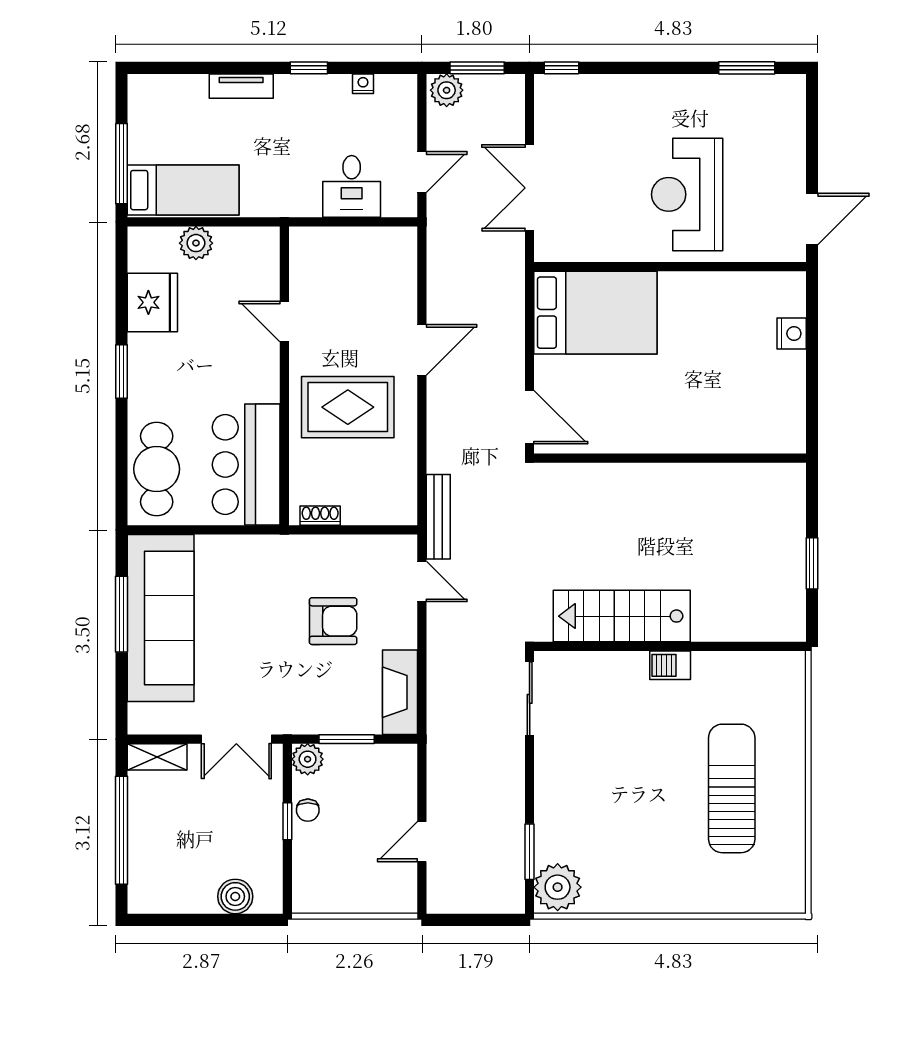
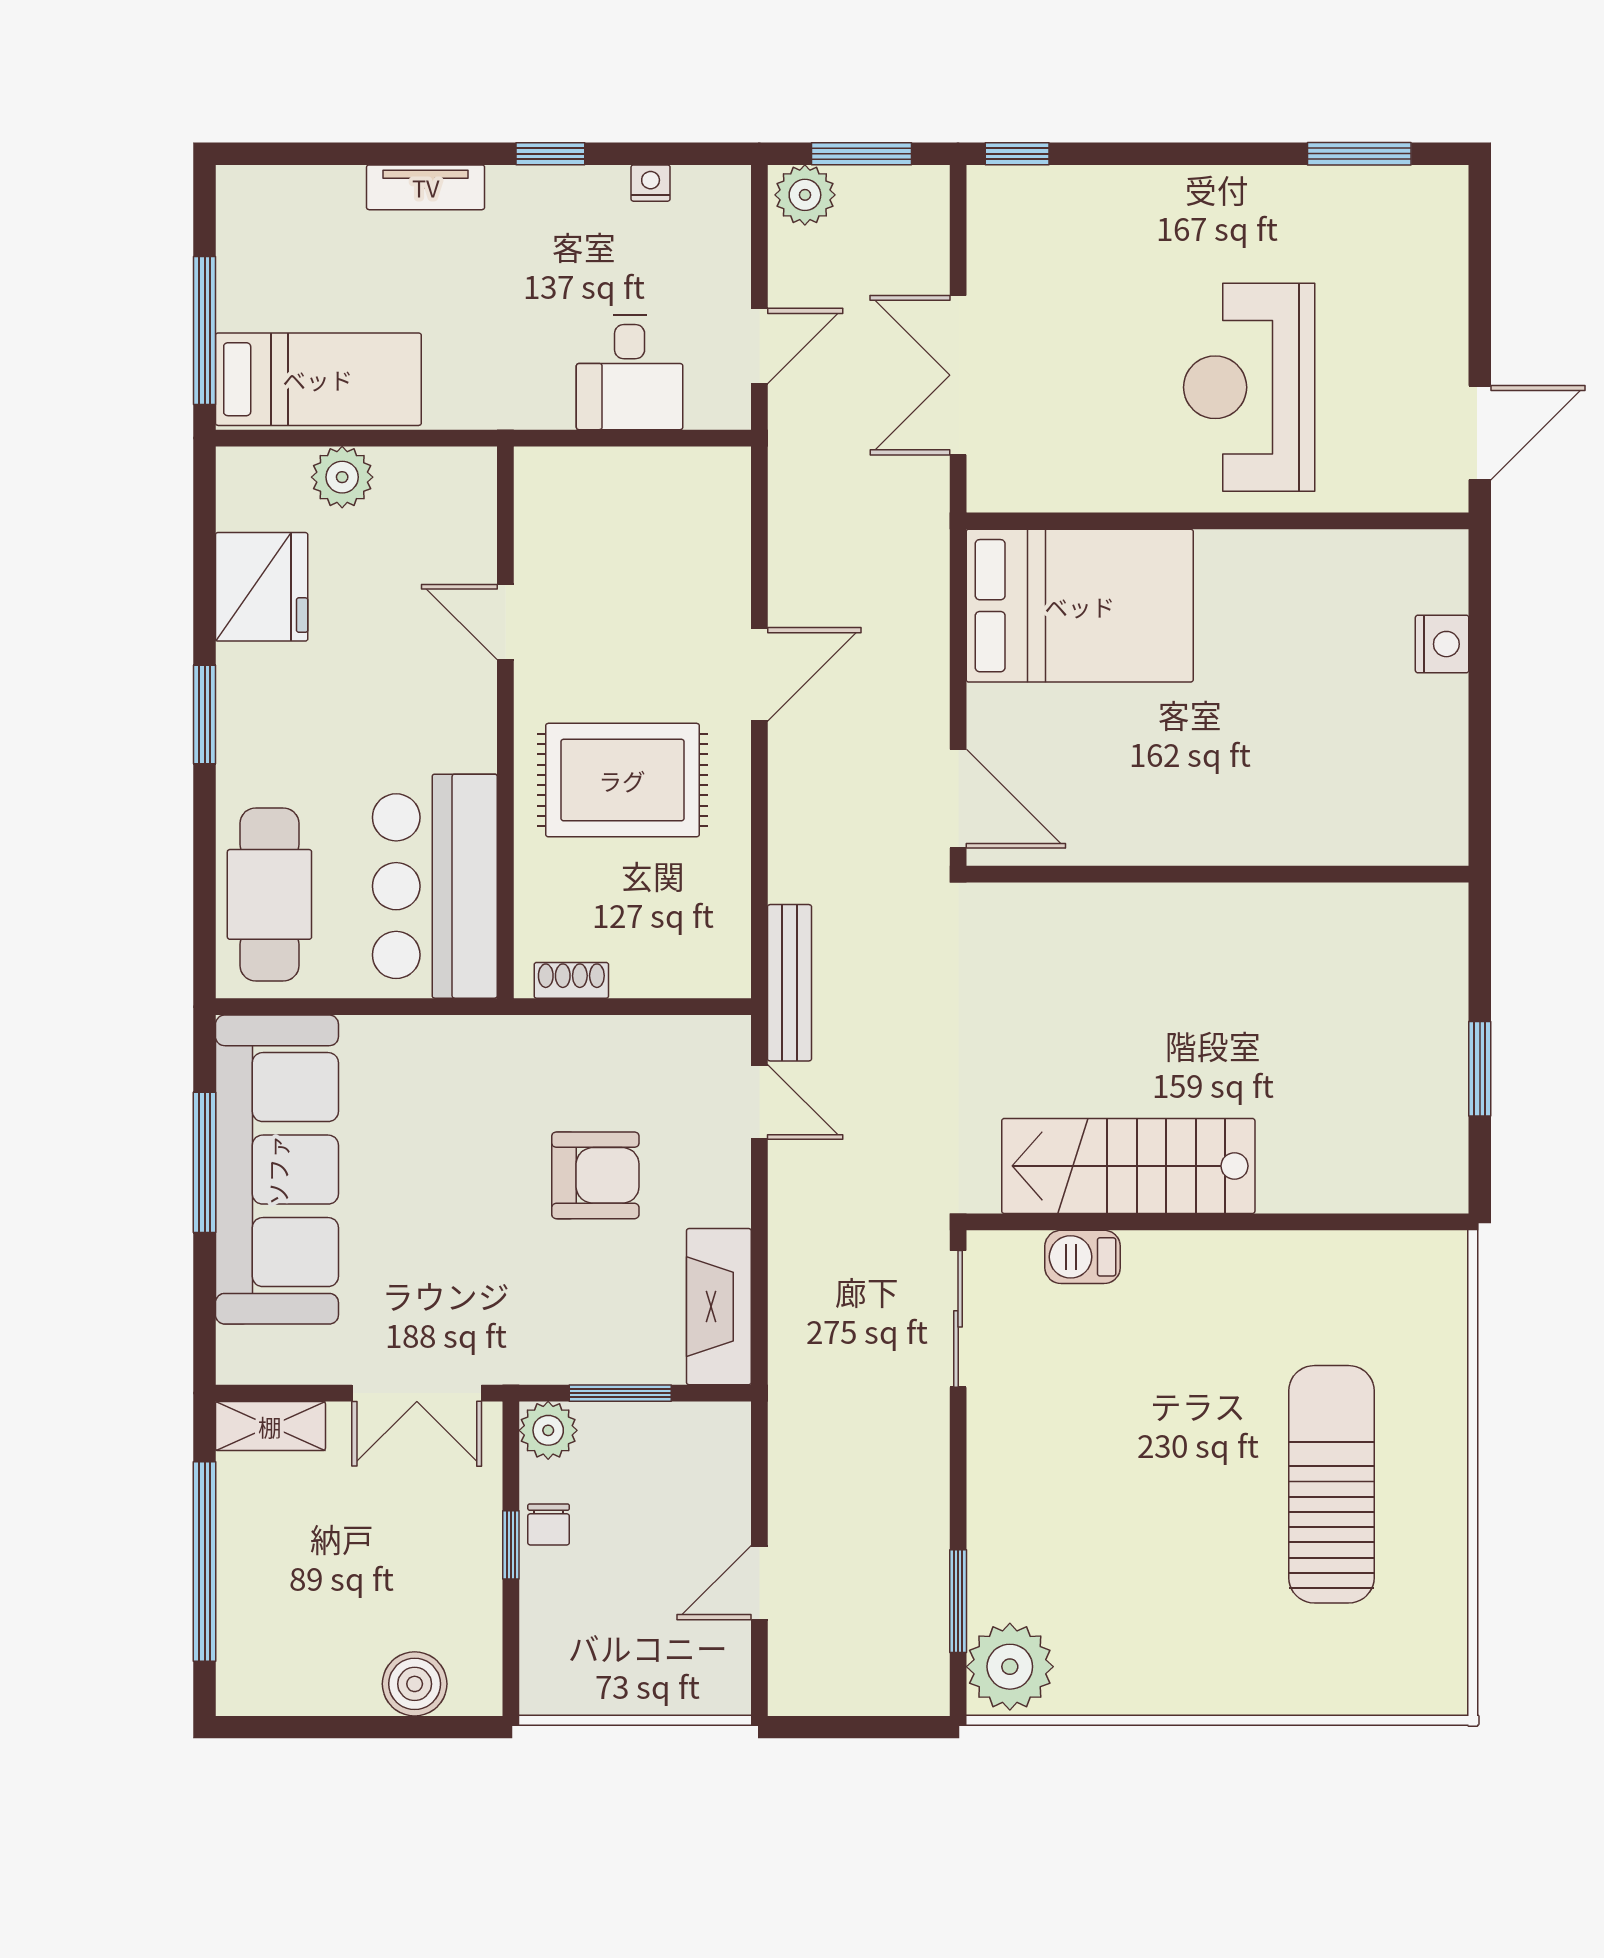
barbecue: (670, 665) -> (1083, 1257), moved

